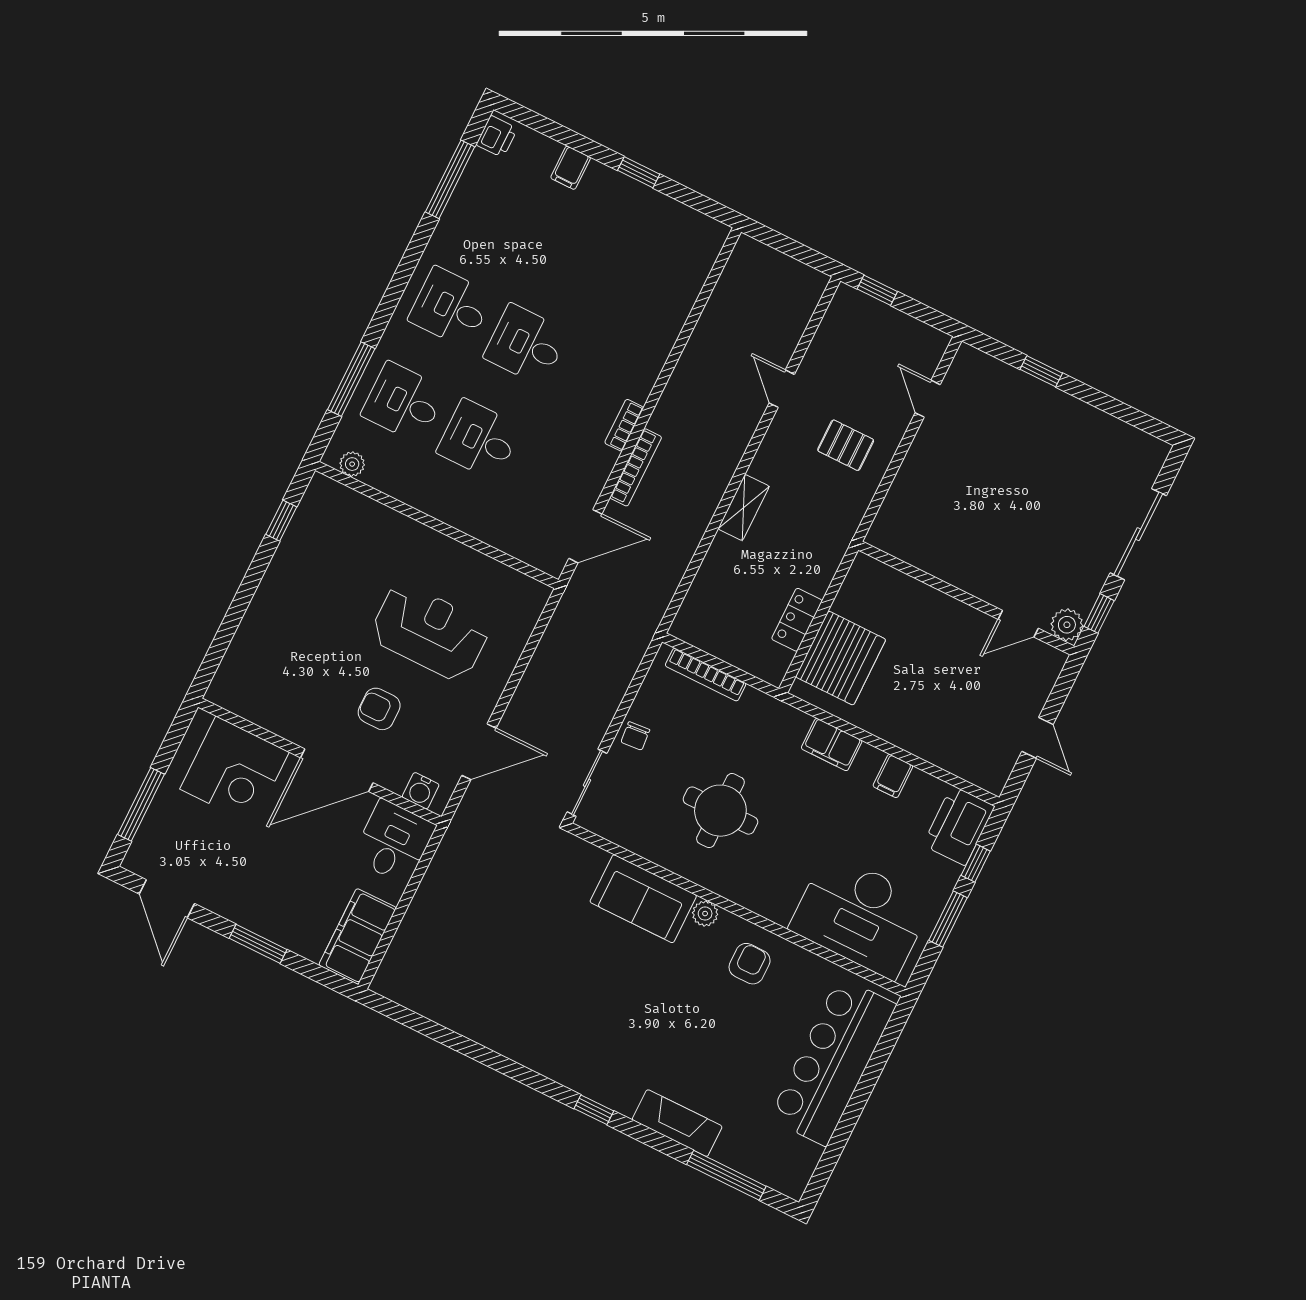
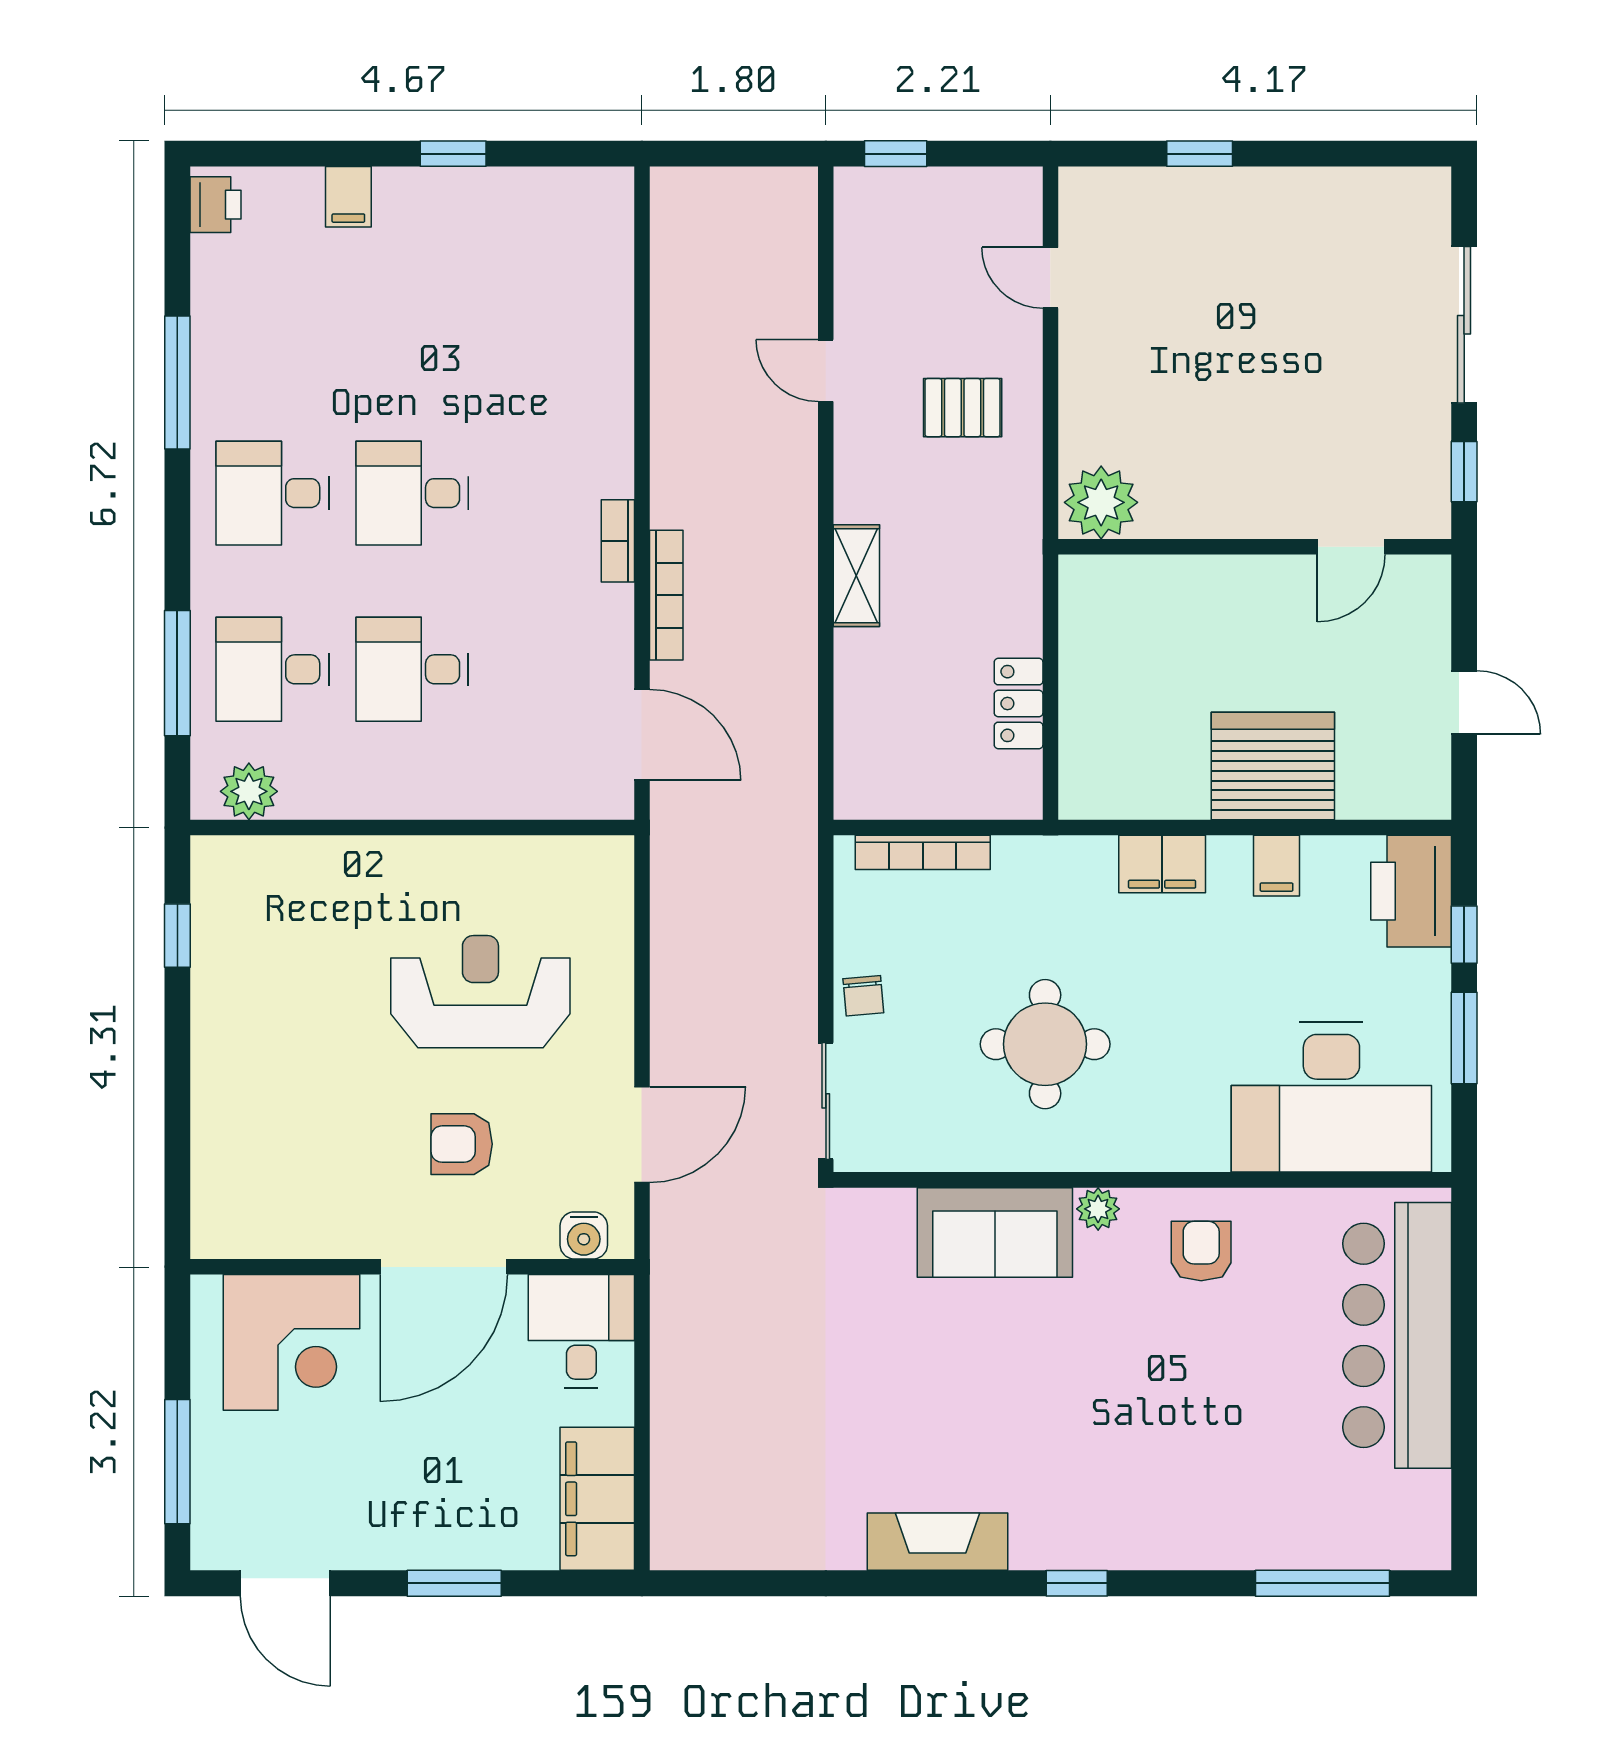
window: (450, 179) -> (177, 383), moved
plant: (352, 464) -> (249, 791), width x1.38, depth x1.38
door: (585, 536) -> (642, 735), hinge flipped
plant: (1067, 625) -> (1101, 502), moved, width x1.36, depth x1.36
server rack: (841, 658) -> (1273, 766), moved, turned -90
fireplace: (677, 1123) -> (938, 1542), moved

